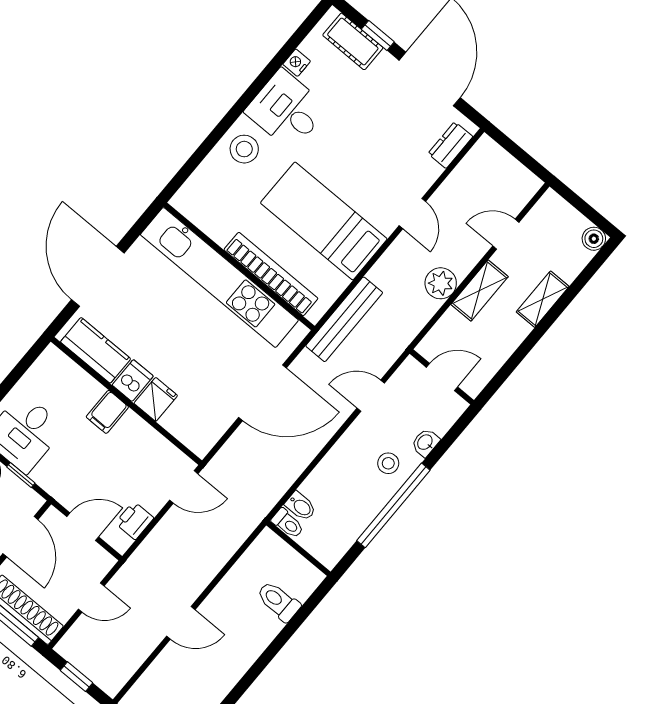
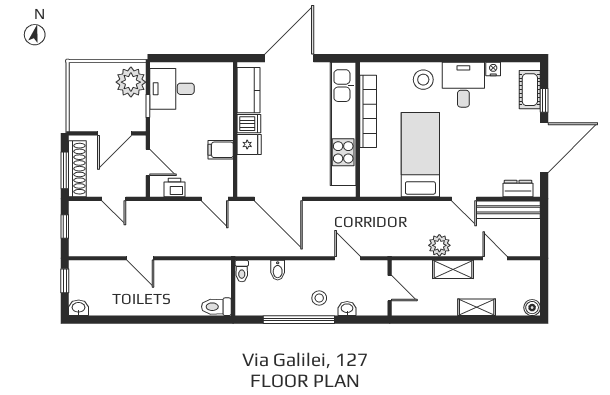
door: (412, 214) -> (464, 199), hinge flipped
bookcase: (271, 274) -> (368, 111), moved
bench: (344, 319) -> (508, 210), moved
door: (263, 393) -> (278, 199), moved
filing cabinet: (107, 412) -> (221, 150), moved
bidet: (301, 506) -> (278, 270), moved
toilet: (278, 601) -> (216, 307), moved, turned -90

